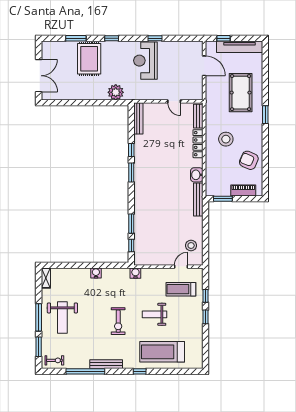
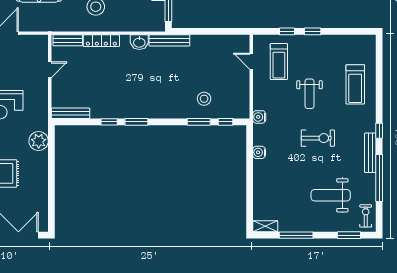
stool: (191, 245) -> (204, 99), moved
water cooler: (96, 273) -> (259, 152), moved
window: (39, 317) -> (296, 235), moved
weight bench: (62, 318) -> (331, 195), moved, turned 180
treadmill: (162, 352) -> (355, 84), width x0.73, depth x0.73
window: (140, 371) -> (379, 131), moved

